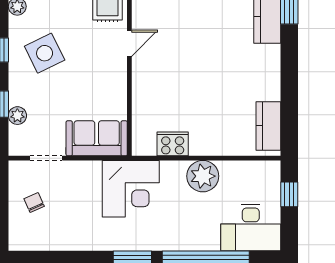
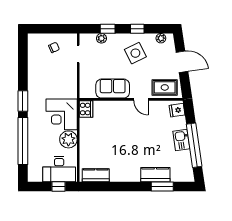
sofa: (97, 138) -> (113, 89), moved, turned -90
cooker: (173, 144) -> (86, 109), moved
corner desk: (131, 189) -> (62, 114), moved
desk: (251, 228) -> (59, 169), moved, turned -90

